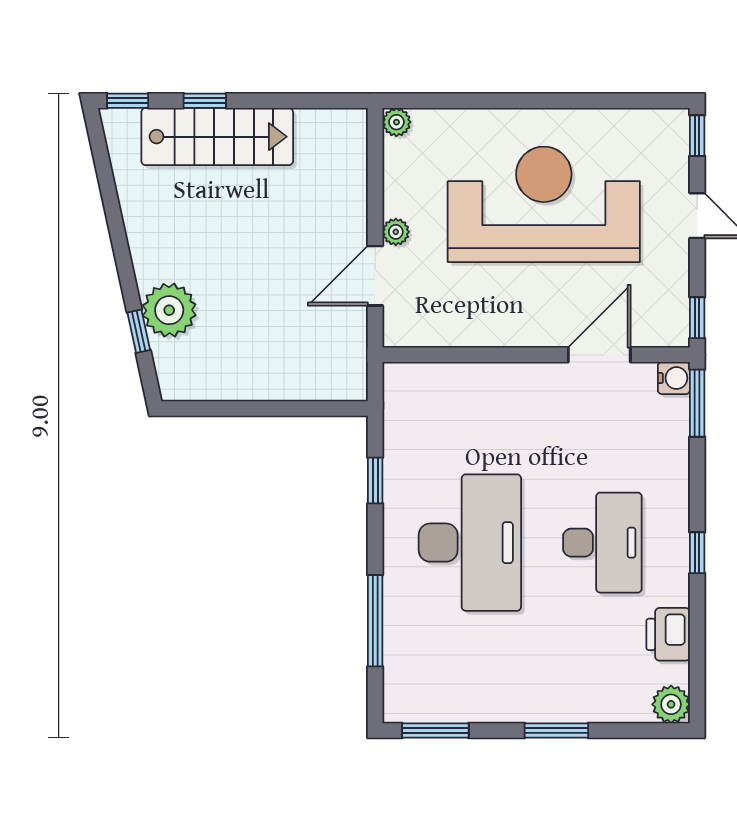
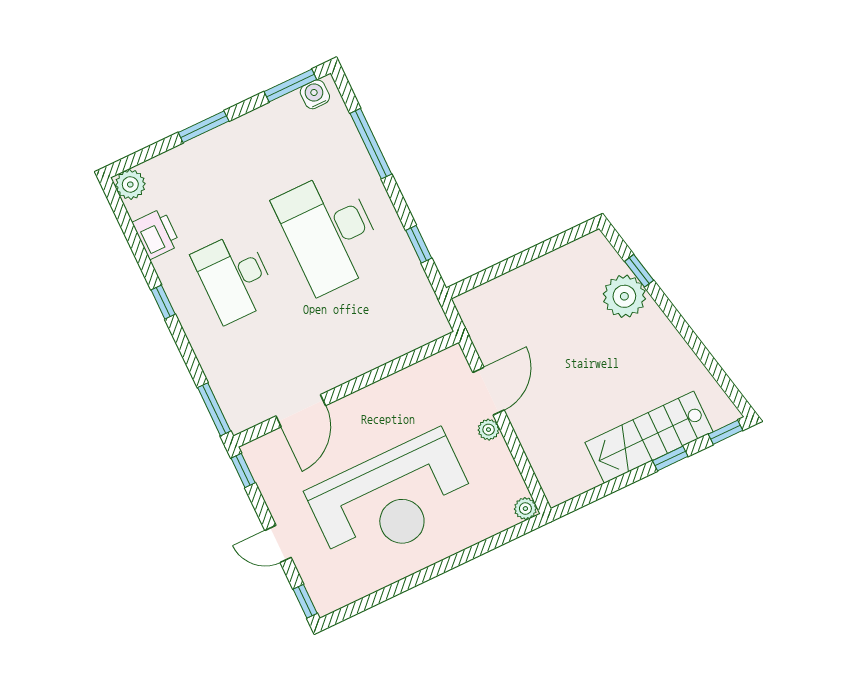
water cooler: (674, 378) -> (315, 94), moved, turned 90

